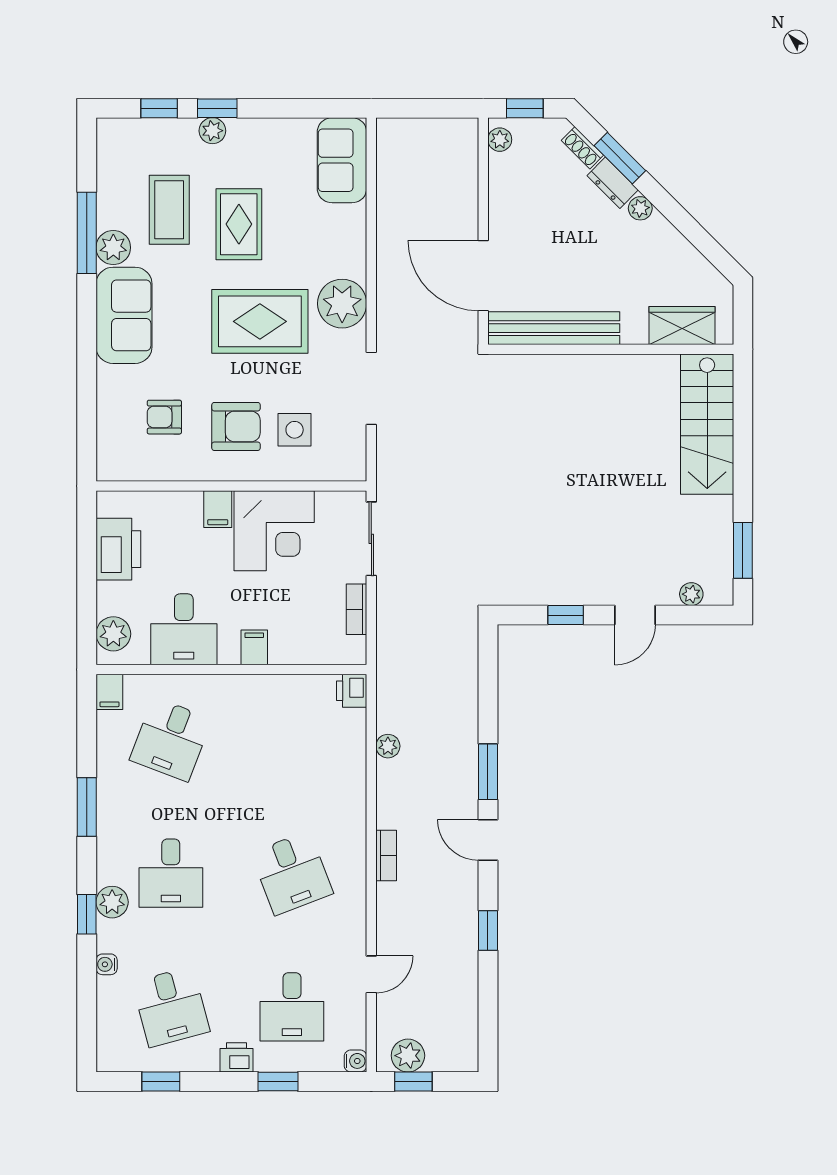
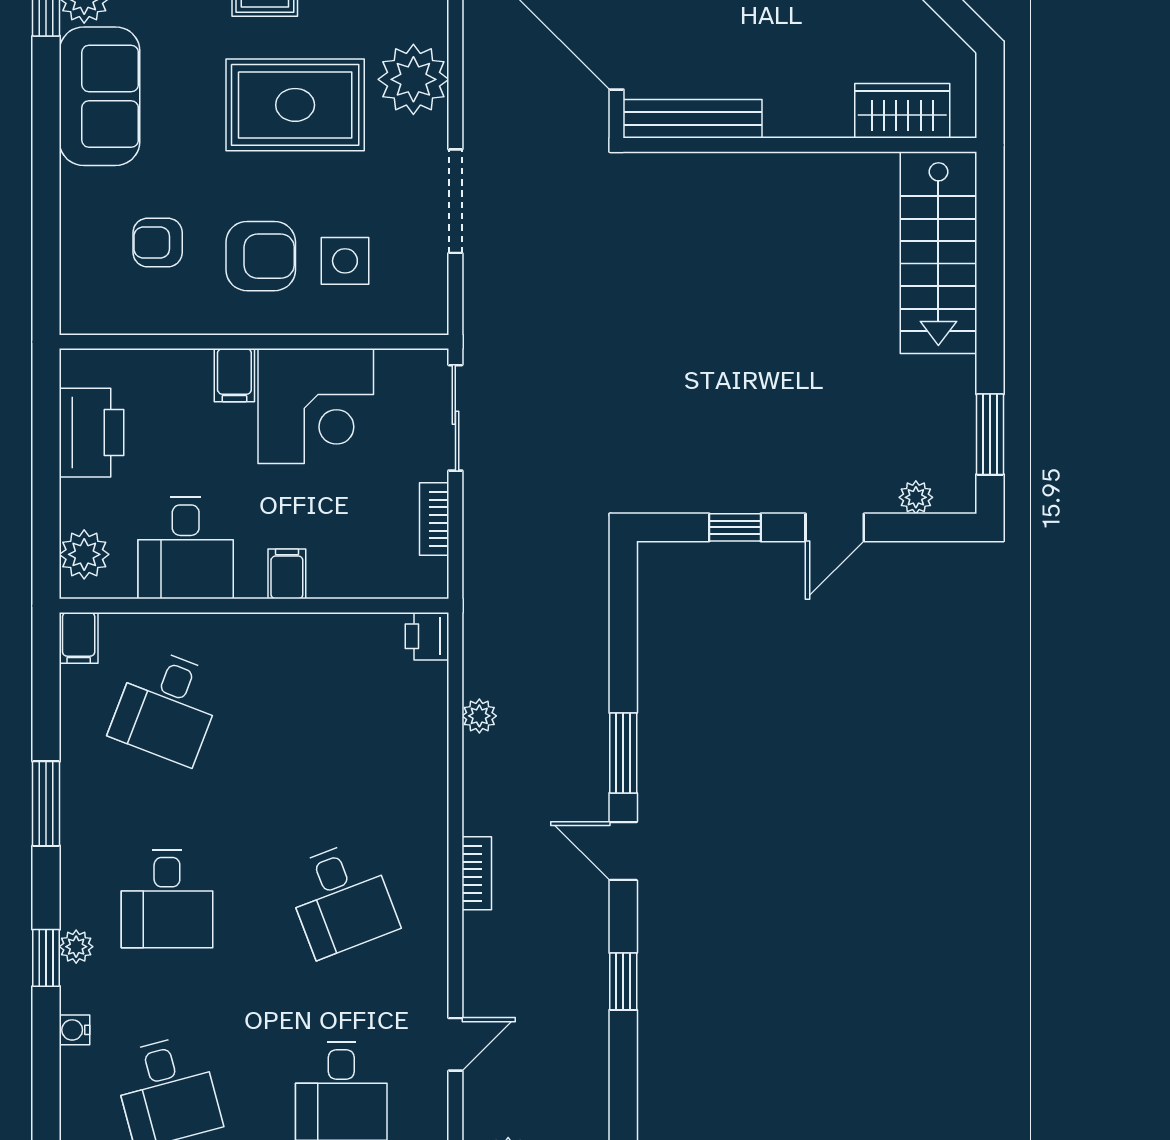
bench: (554, 328) -> (693, 119), width x0.73, depth x0.82
plant: (112, 902) -> (76, 947), width x0.73, depth x0.73

